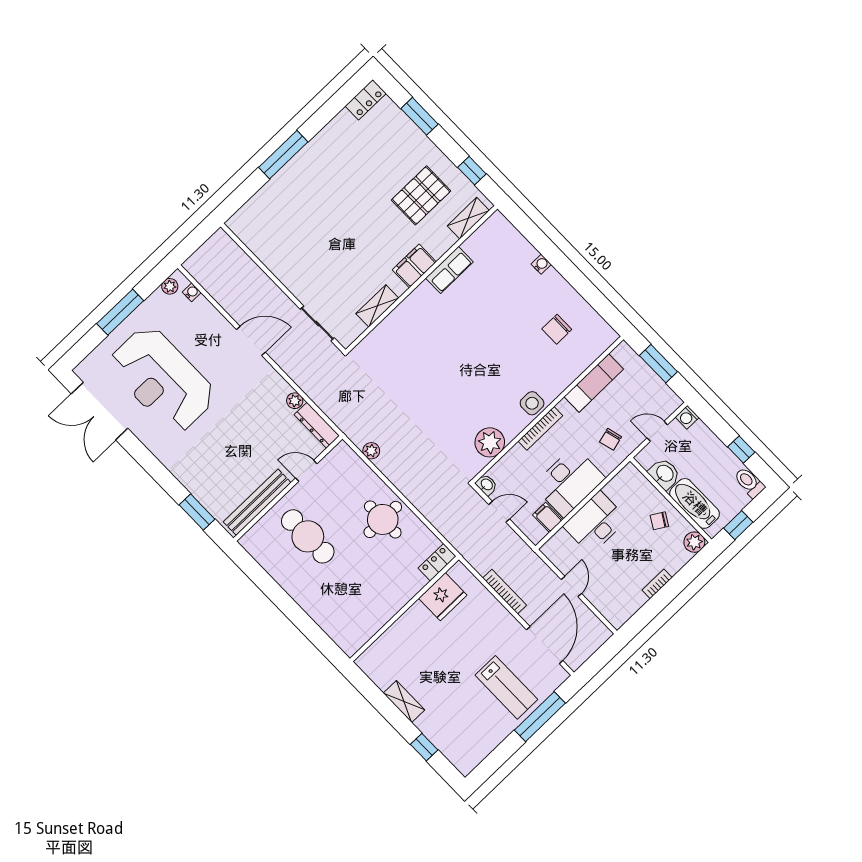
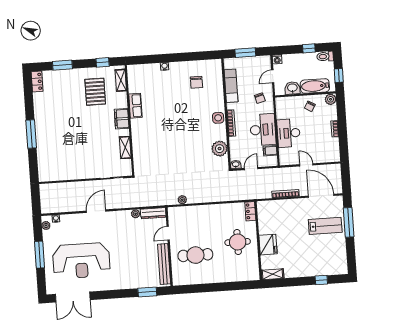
round table: (383, 519) -> (238, 242), moved
fridge: (443, 597) -> (268, 245), moved
shelving: (404, 702) -> (273, 274), moved

